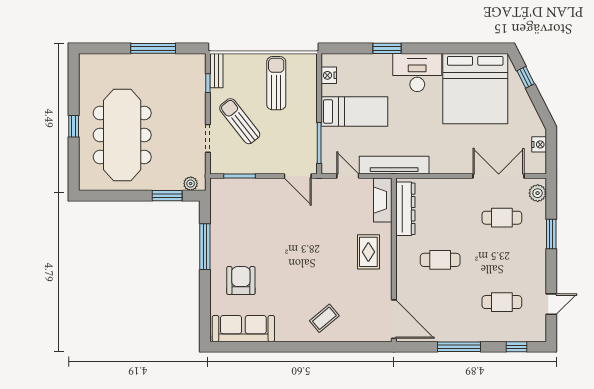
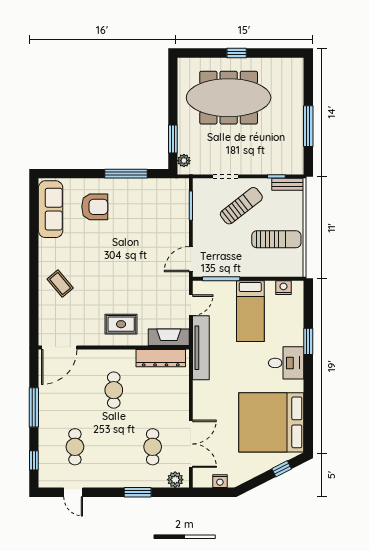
desk: (417, 73) -> (286, 363), width x0.73

